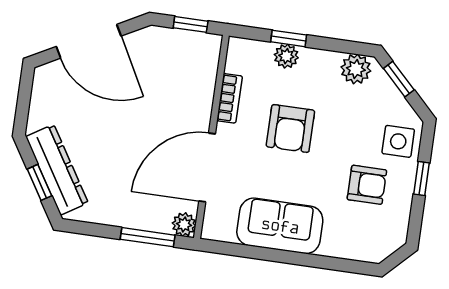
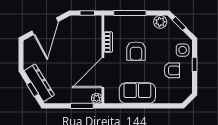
window: (289, 38) -> (130, 13), width x2.17
door: (89, 41) -> (45, 26), hinge flipped
plant: (286, 56) -> (130, 21), removed

